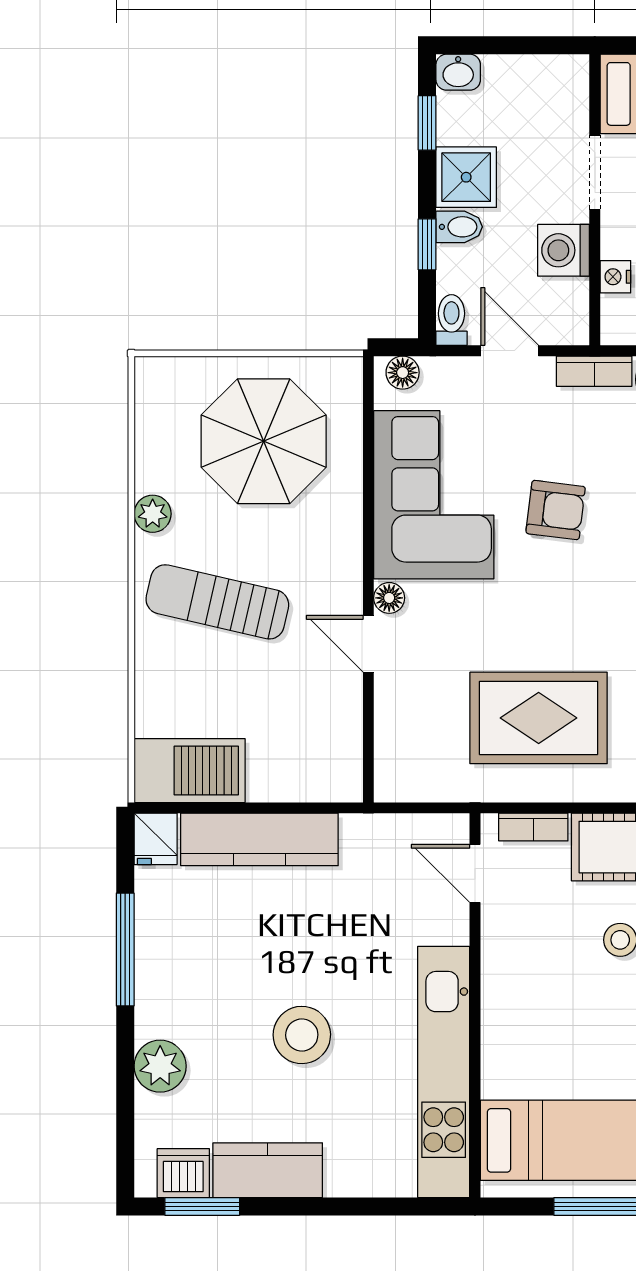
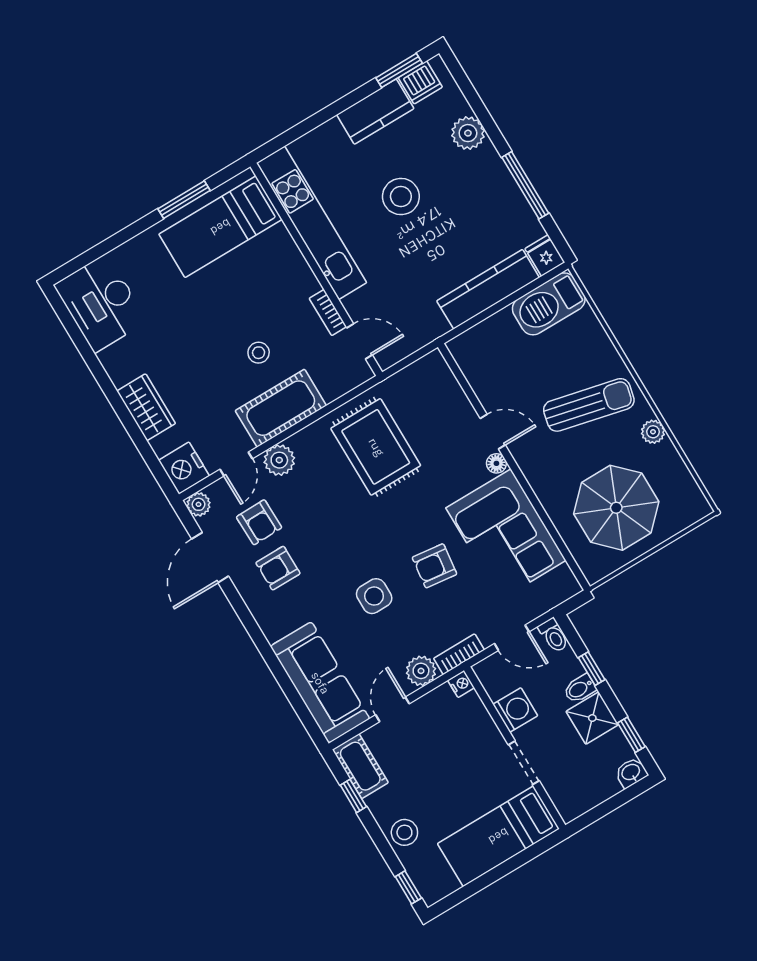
nightstand: (615, 277) -> (461, 684), moved
floor lamp: (403, 373) -> (563, 591), removed
rug: (539, 718) -> (376, 447), turned 90
bookcase: (533, 827) -> (328, 312), moved, turned -90

